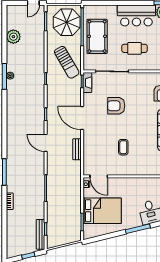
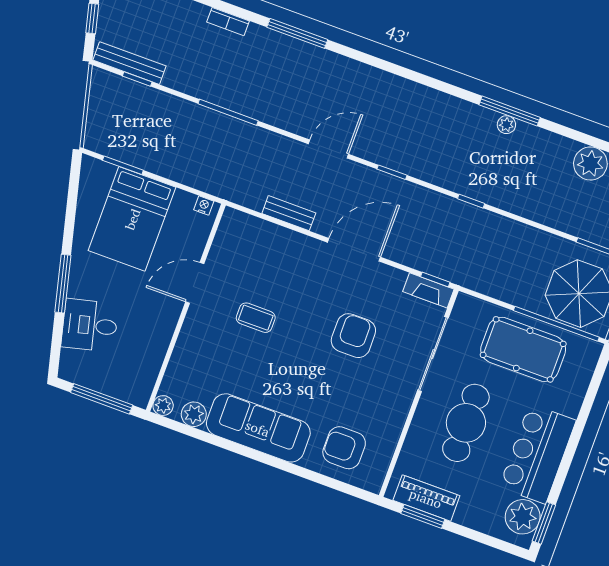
cafe table: (135, 48) -> (466, 423), width x1.37, depth x1.35
sun lounger: (67, 62) -> (490, 261), removed
door: (99, 176) -> (195, 283), moved

